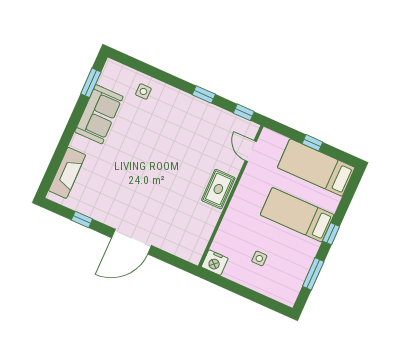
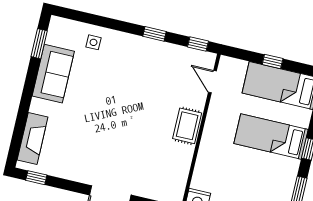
window: (82, 220) -> (36, 178), moved
side table: (259, 258) -> (242, 188), removed

